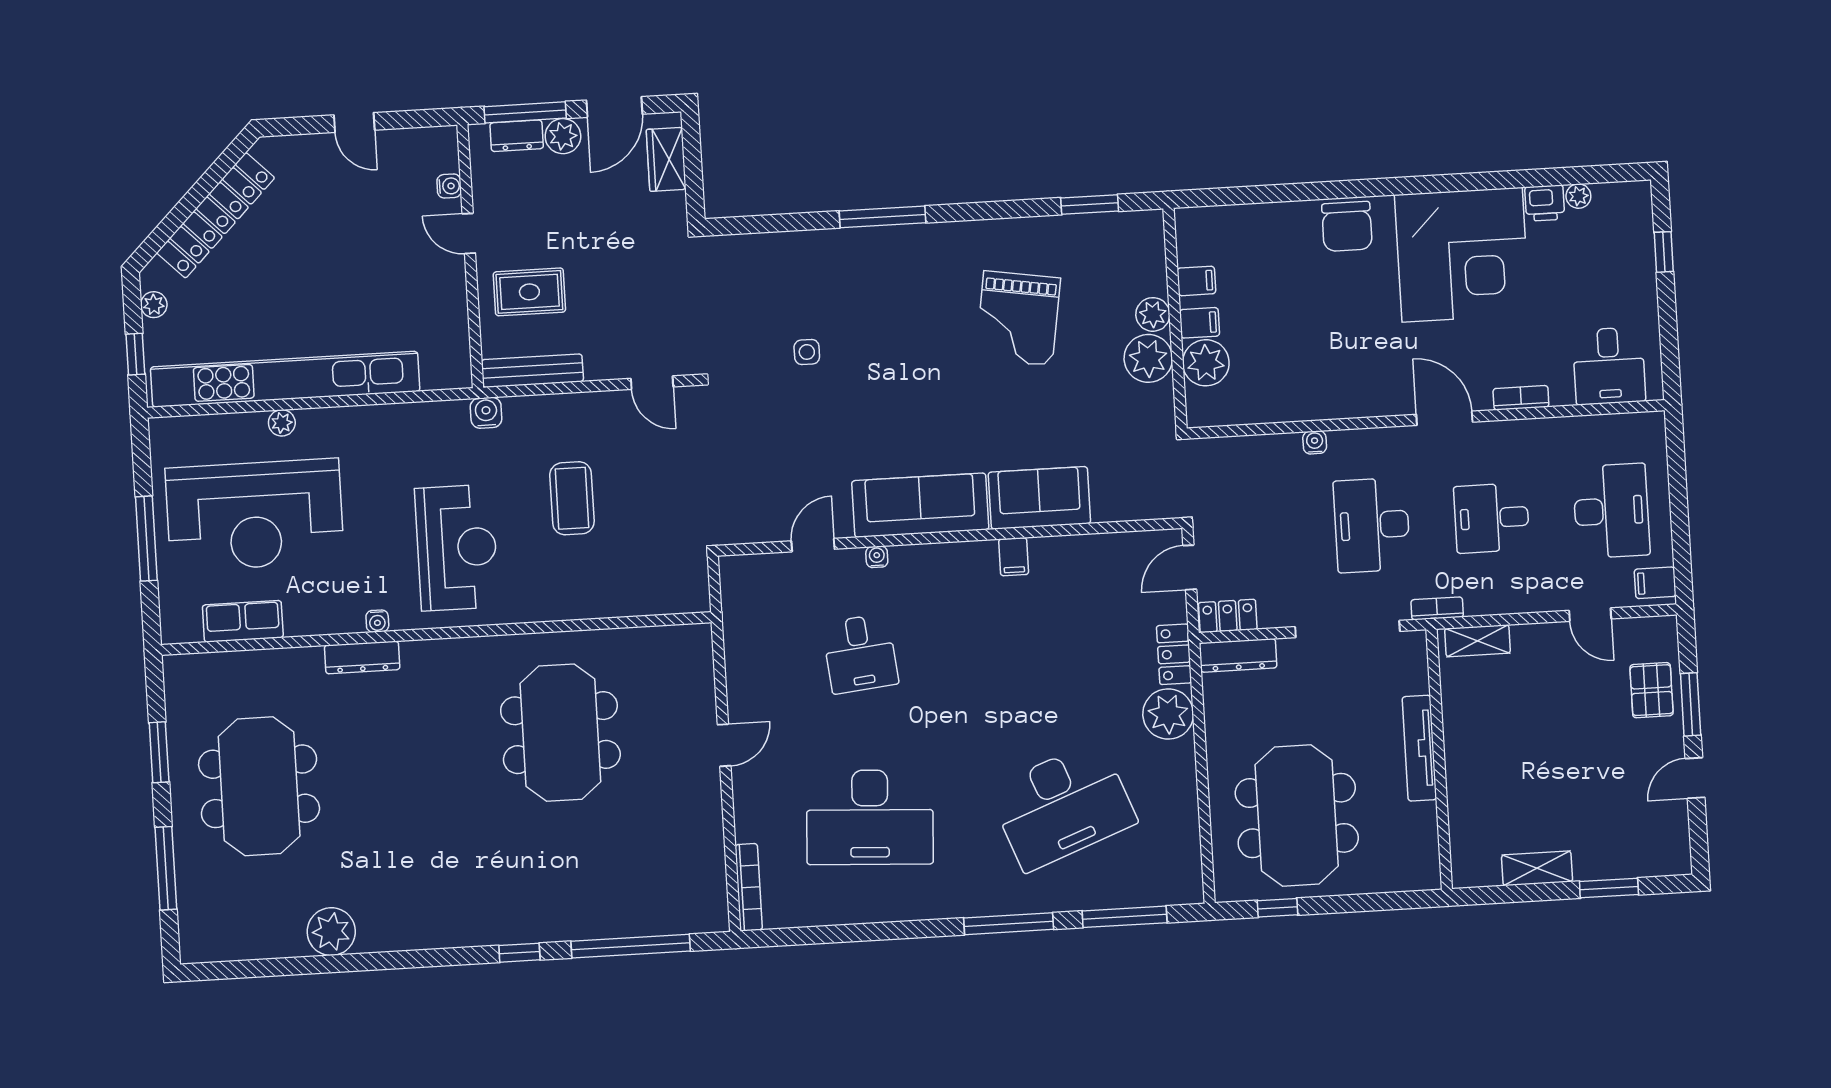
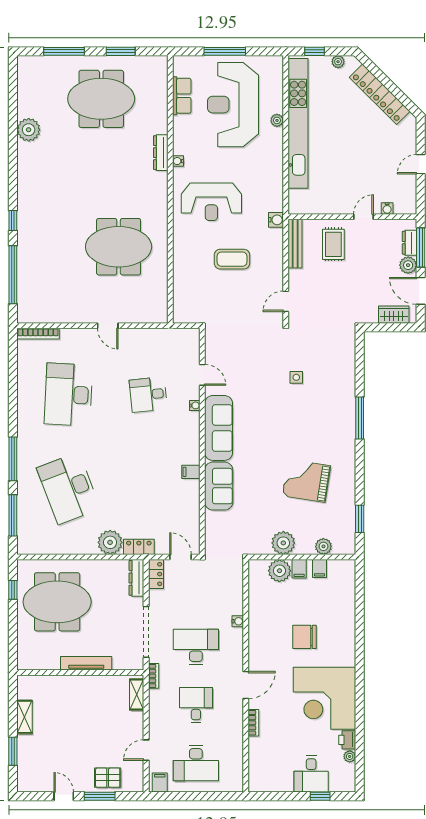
chair: (1347, 226) -> (305, 637), moved
plant: (1153, 314) -> (323, 546), moved
desk: (1609, 366) -> (311, 774), moved, turned -90

